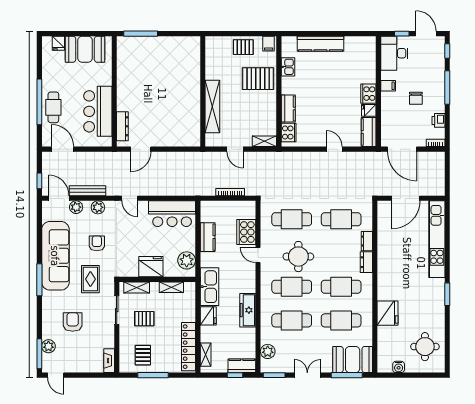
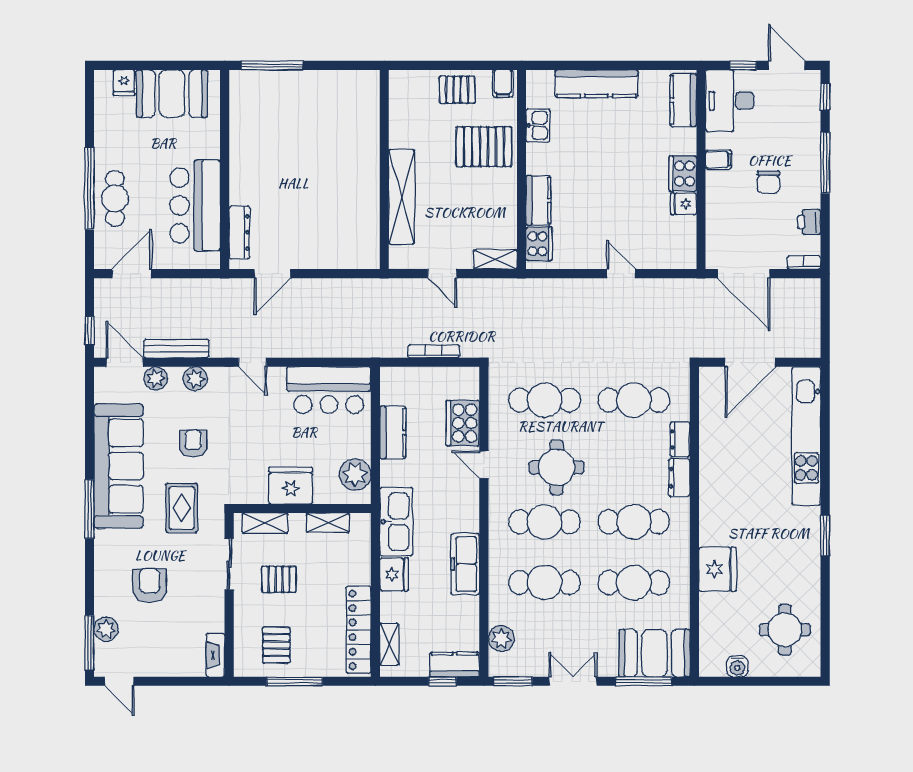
kitchen counter: (369, 132) -> (683, 100), moved
door: (63, 149) -> (132, 274), hinge flipped

